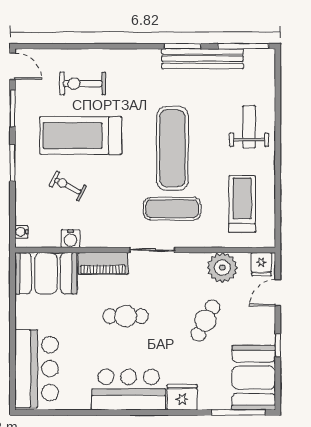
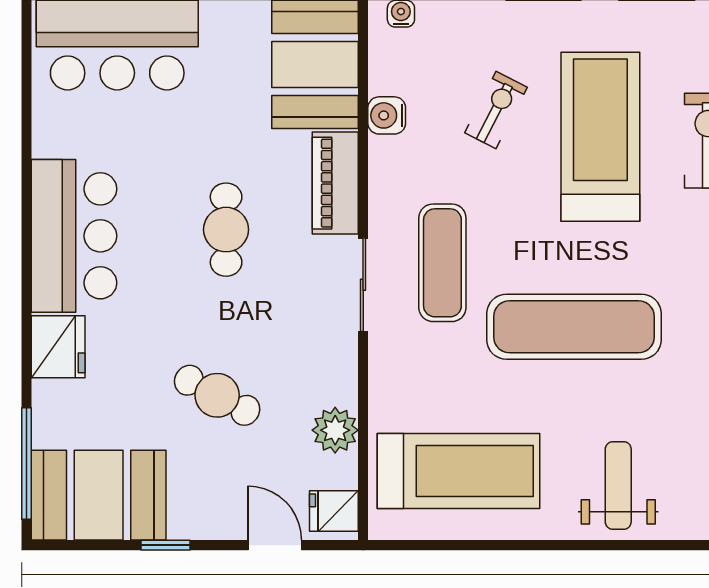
weight bench: (249, 127) -> (618, 485), turned -90
treadmill: (242, 204) -> (459, 471), width x1.37, depth x1.38
exercise mat: (172, 209) -> (442, 263), moved
plant: (222, 268) -> (335, 430), width x0.73, depth x0.73

